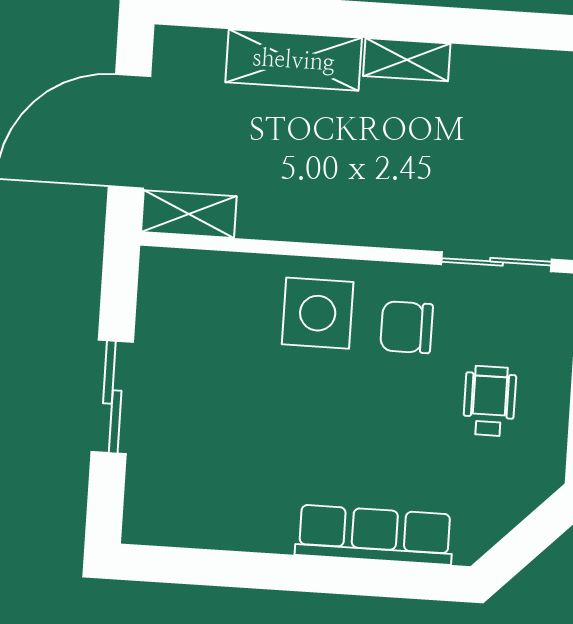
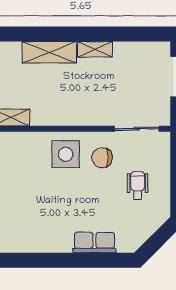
row of seats: (374, 535) -> (94, 243), width x0.68

